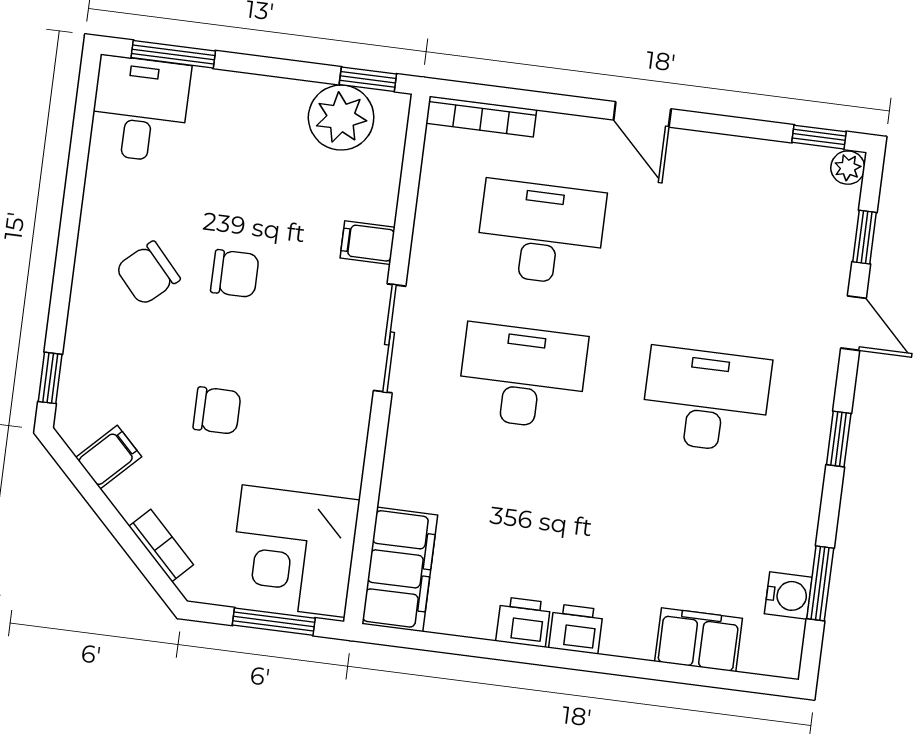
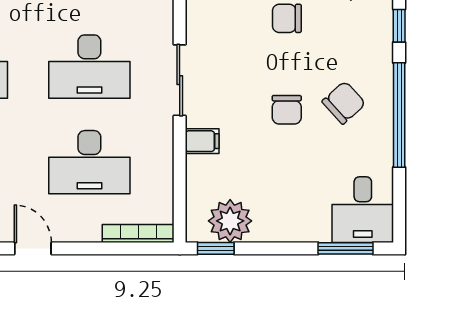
window: (67, 244) -> (399, 115), added
chair: (235, 274) -> (287, 110), turned -90

